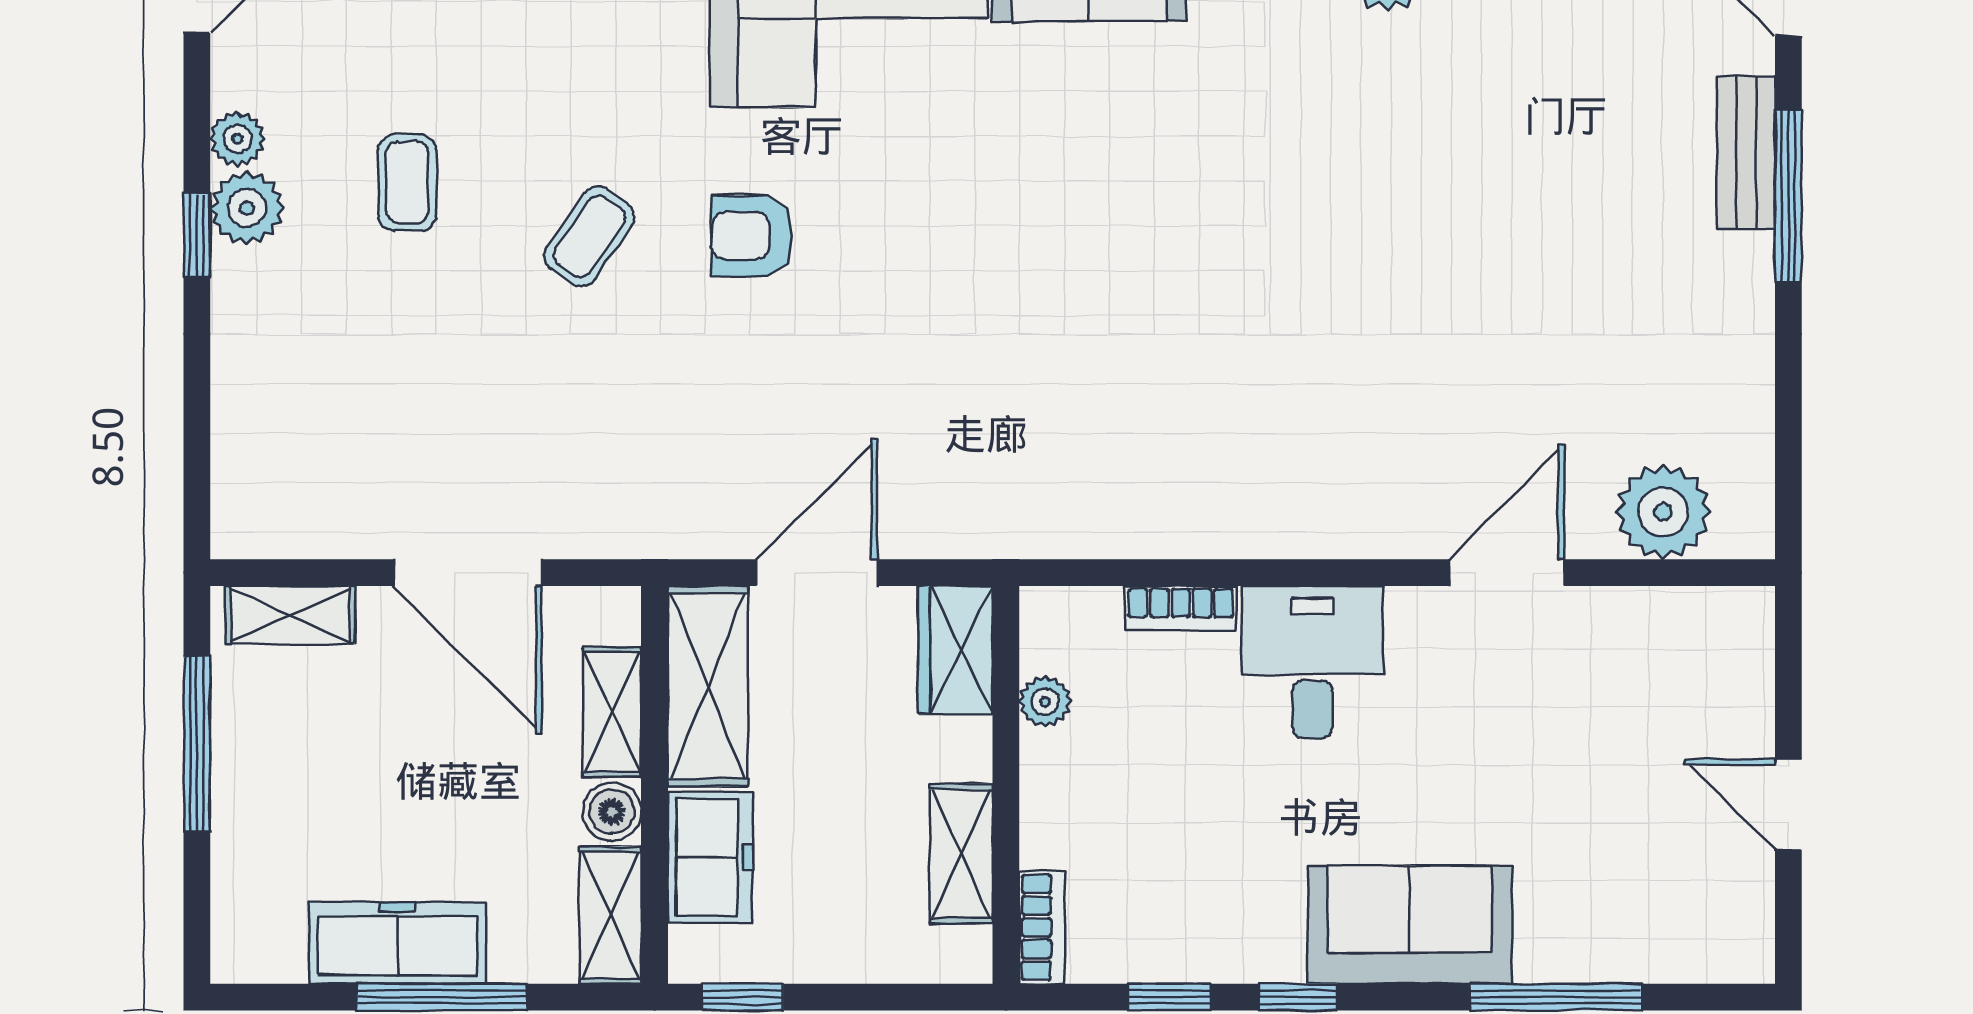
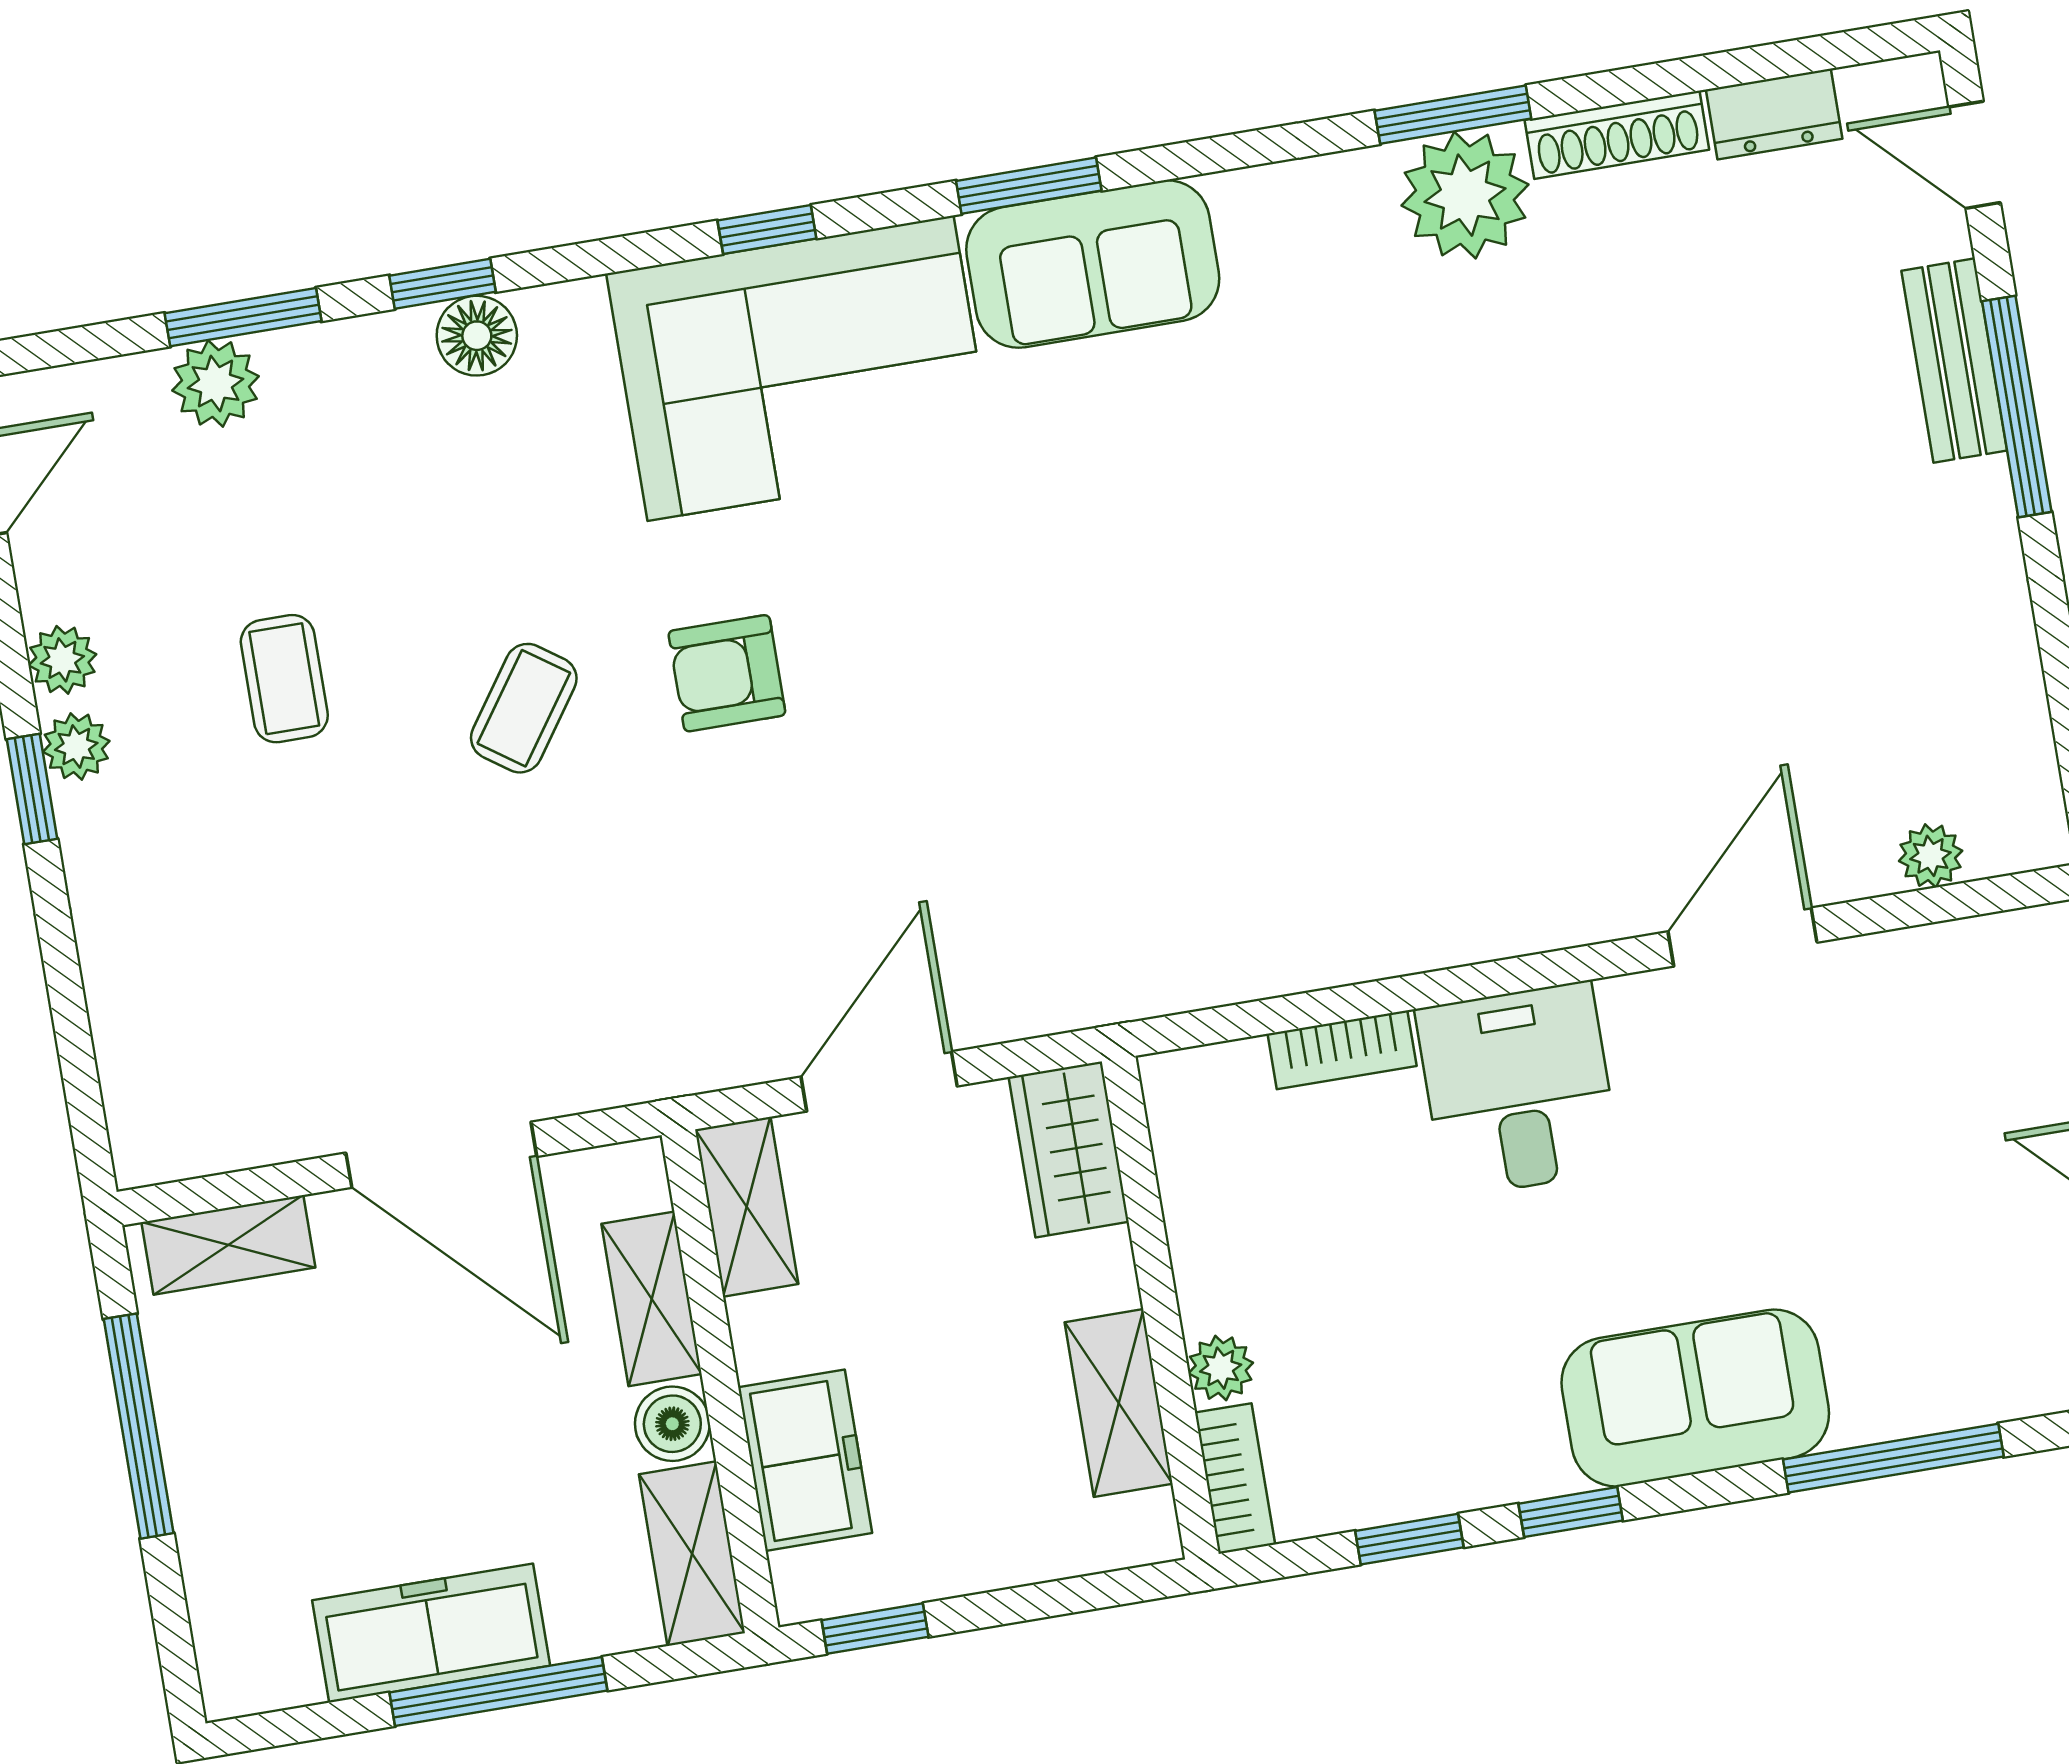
plant: (247, 208) -> (76, 746), width x0.73, depth x0.73
plant: (1663, 512) -> (1931, 856), width x0.53, depth x0.53
shelving: (708, 686) -> (747, 1207), width x0.67, depth x0.75
plant: (1045, 702) -> (1221, 1368), moved

